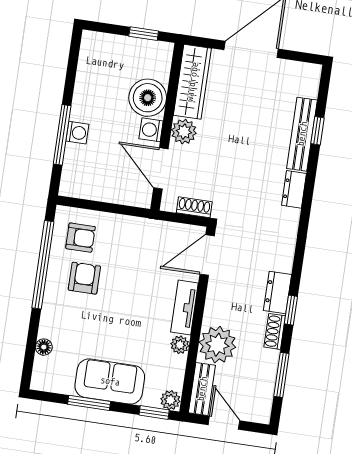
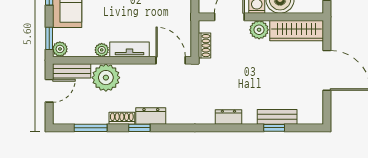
bench: (302, 134) -> (277, 117), width x0.73

